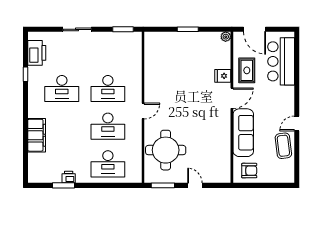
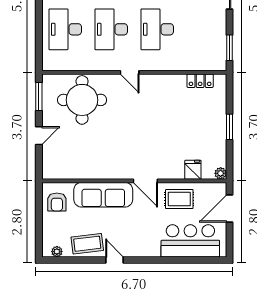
locker: (150, 53) -> (200, 81), added
fridge: (223, 76) -> (193, 170), moved
plant: (290, 171) -> (57, 252), added

